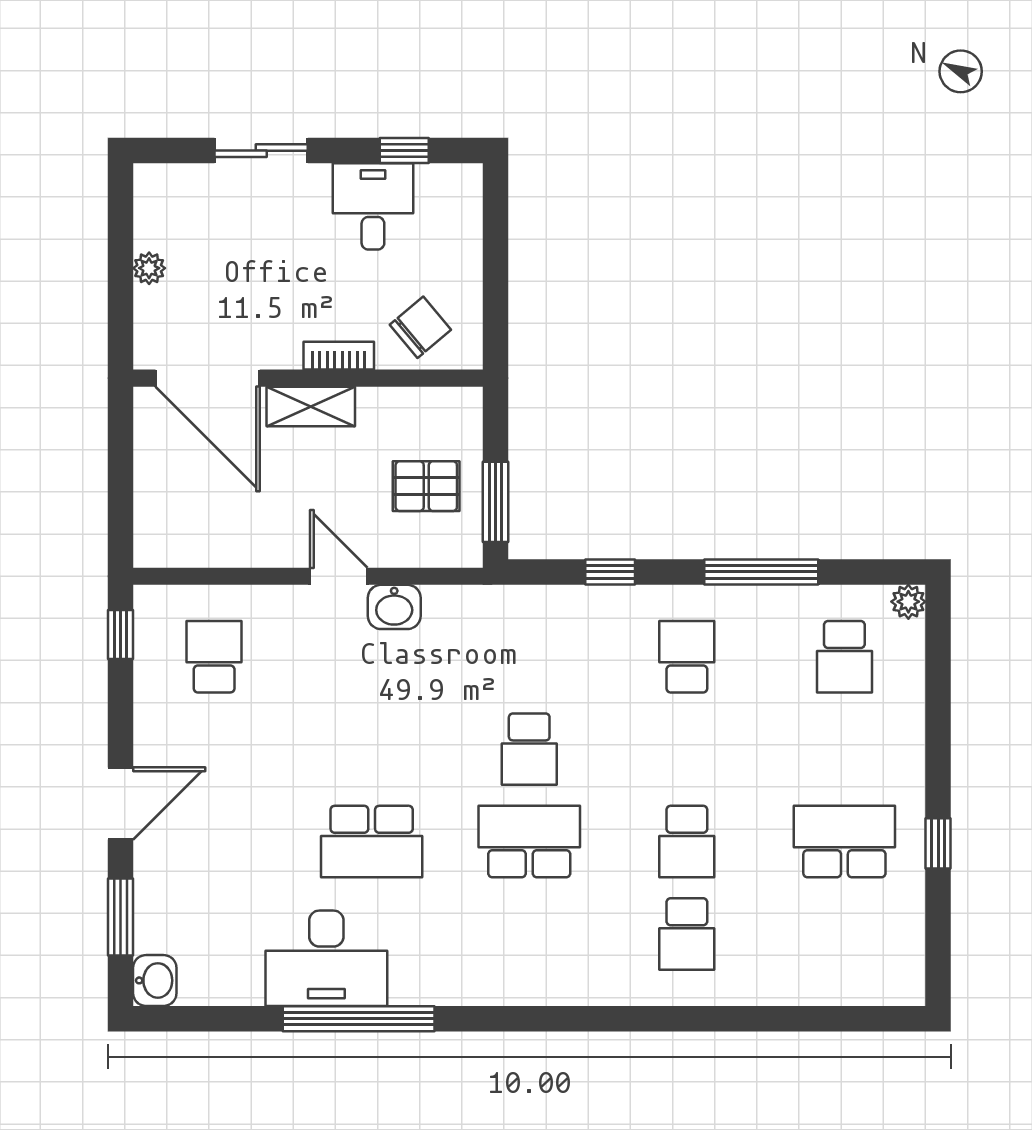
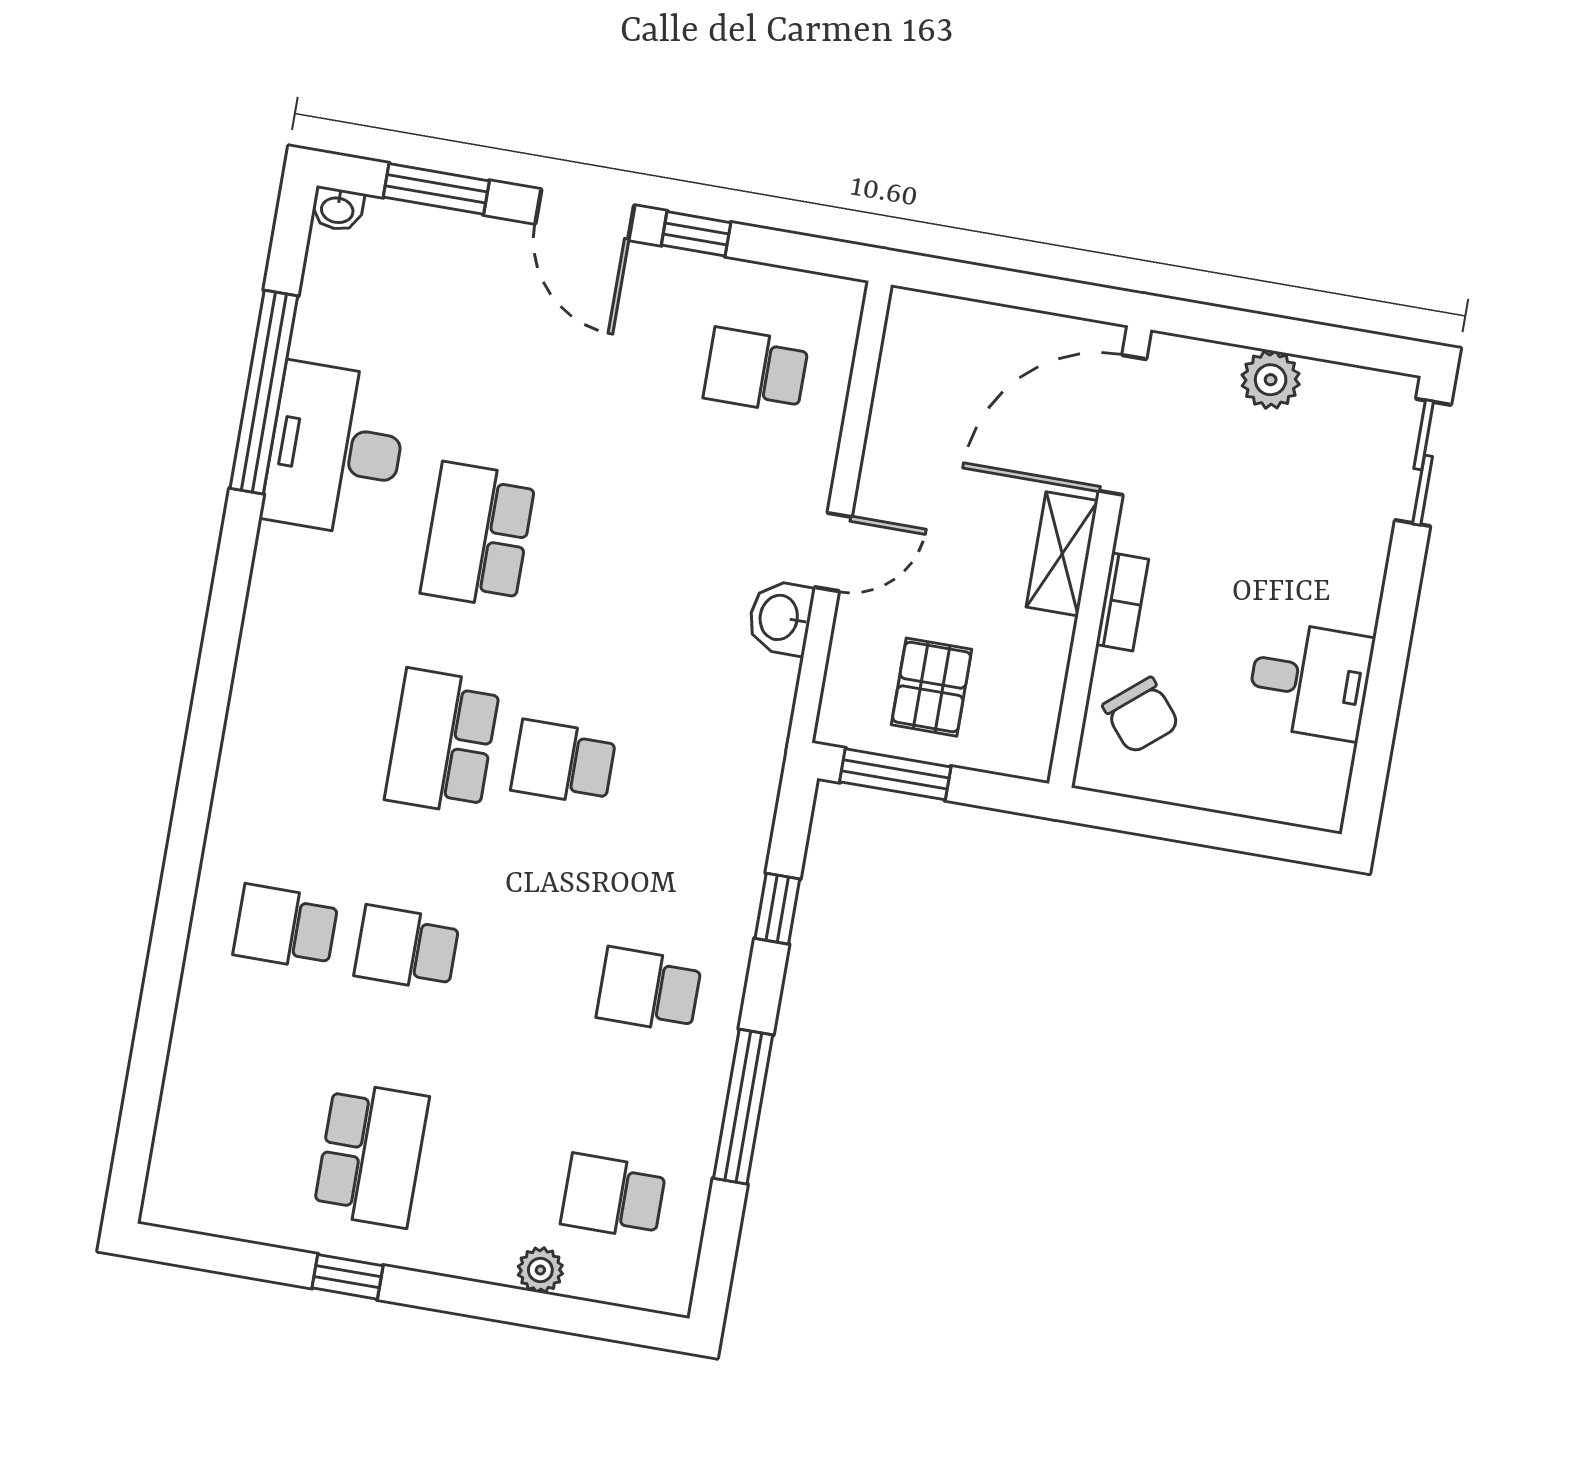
sliding door: (261, 151) -> (1423, 463), moved
window: (404, 151) -> (1376, 734), removed
plant: (149, 268) -> (1271, 380), width x1.38, depth x1.38
plant: (908, 602) -> (540, 1270), moved
window: (120, 634) -> (696, 234), moved
school desk: (214, 657) -> (756, 370), turned 180
school desk: (687, 657) -> (649, 990), turned 180
school desk: (529, 842) -> (442, 742), turned 180
washbasin: (155, 980) -> (337, 209), width x0.72, depth x0.69
window: (359, 1019) -> (264, 392), moved

